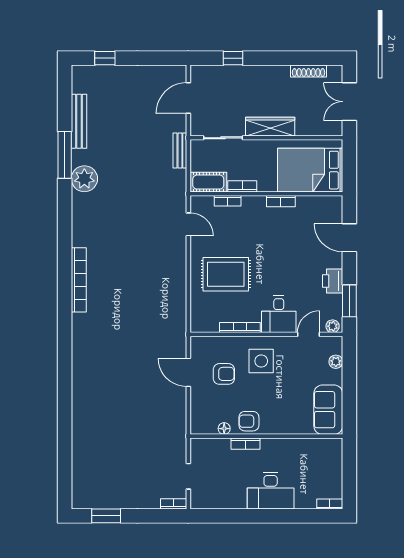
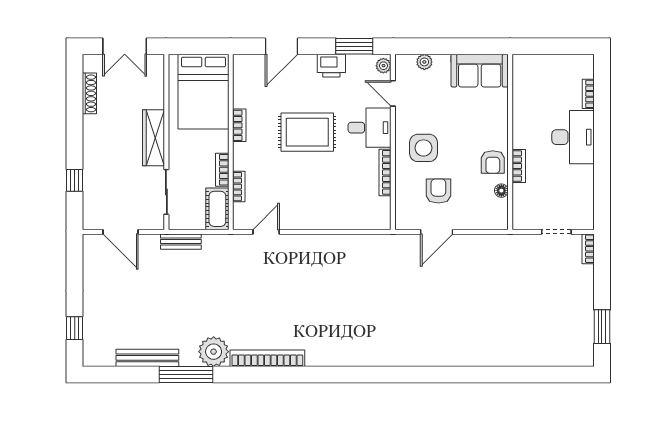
rug: (226, 274) -> (307, 132), moved, turned 90
bookcase: (79, 280) -> (267, 358), moved
bookcase: (330, 504) -> (588, 94), moved

